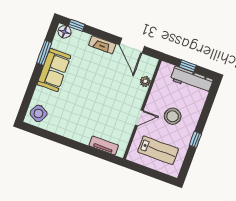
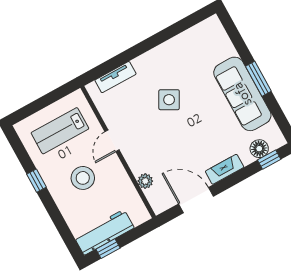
floor lamp: (64, 32) -> (259, 149), moved
window: (44, 53) -> (258, 79), moved
window: (188, 66) -> (108, 249), moved
sofa: (54, 70) -> (242, 94), width x1.36
side table: (39, 113) -> (169, 100), moved

